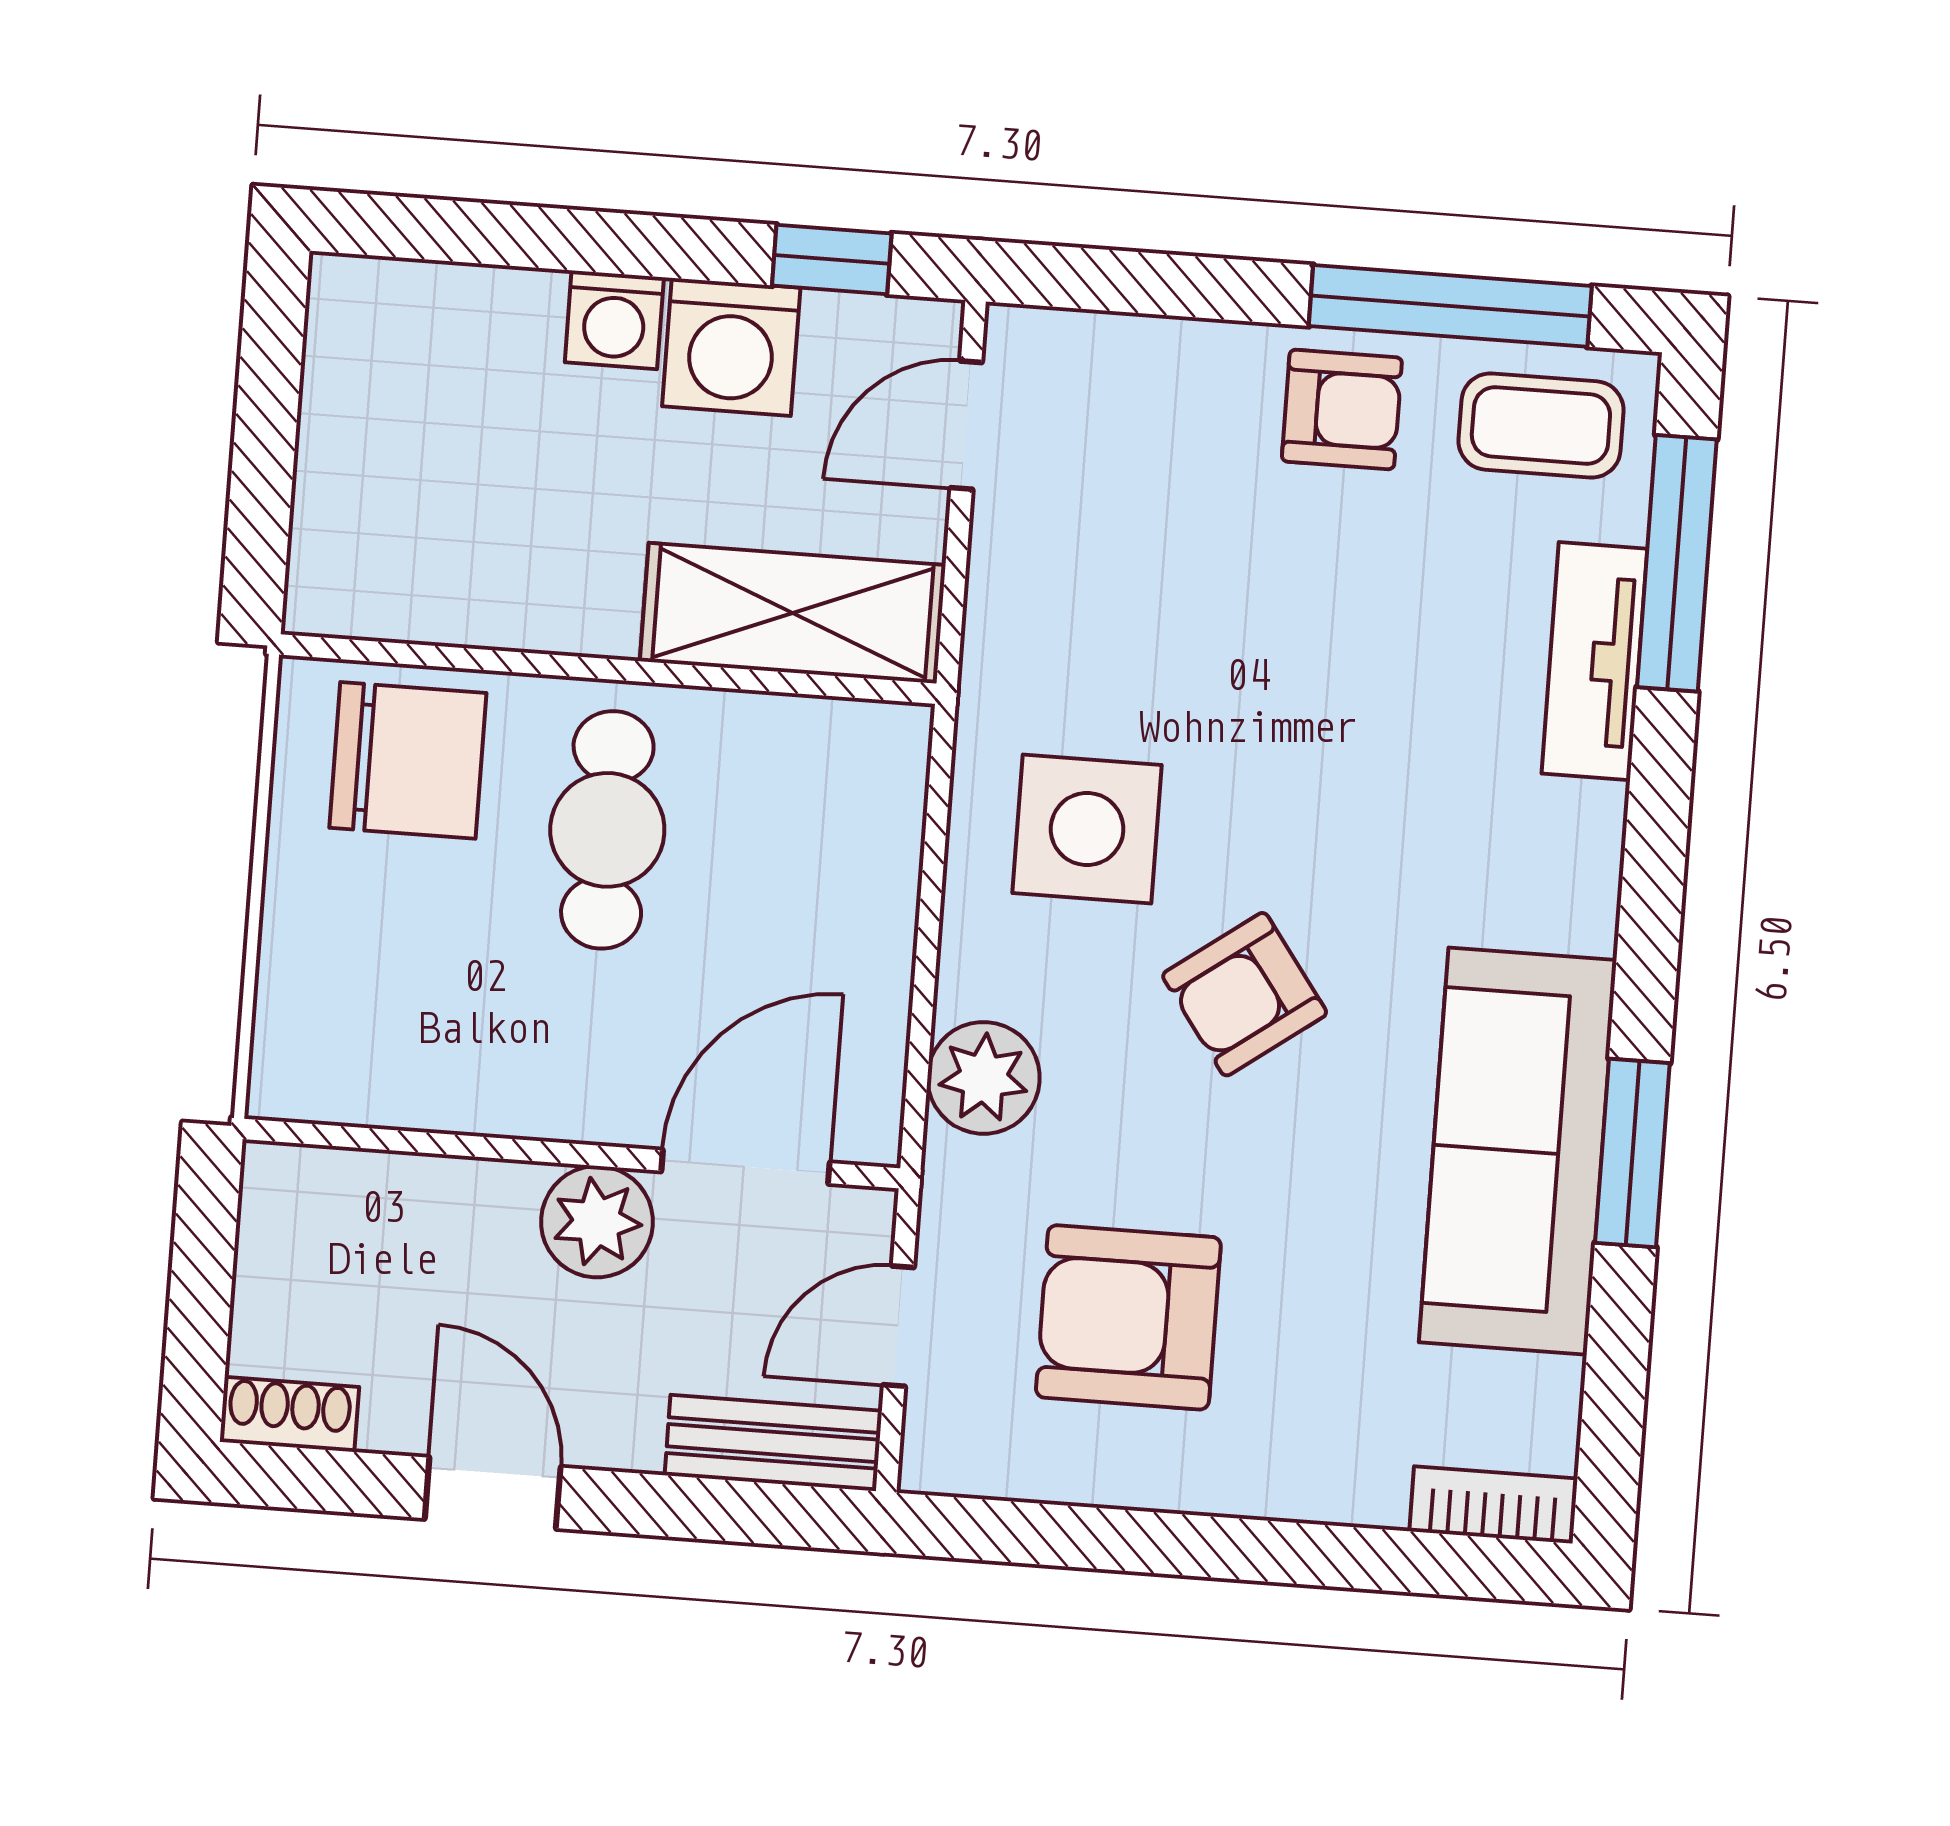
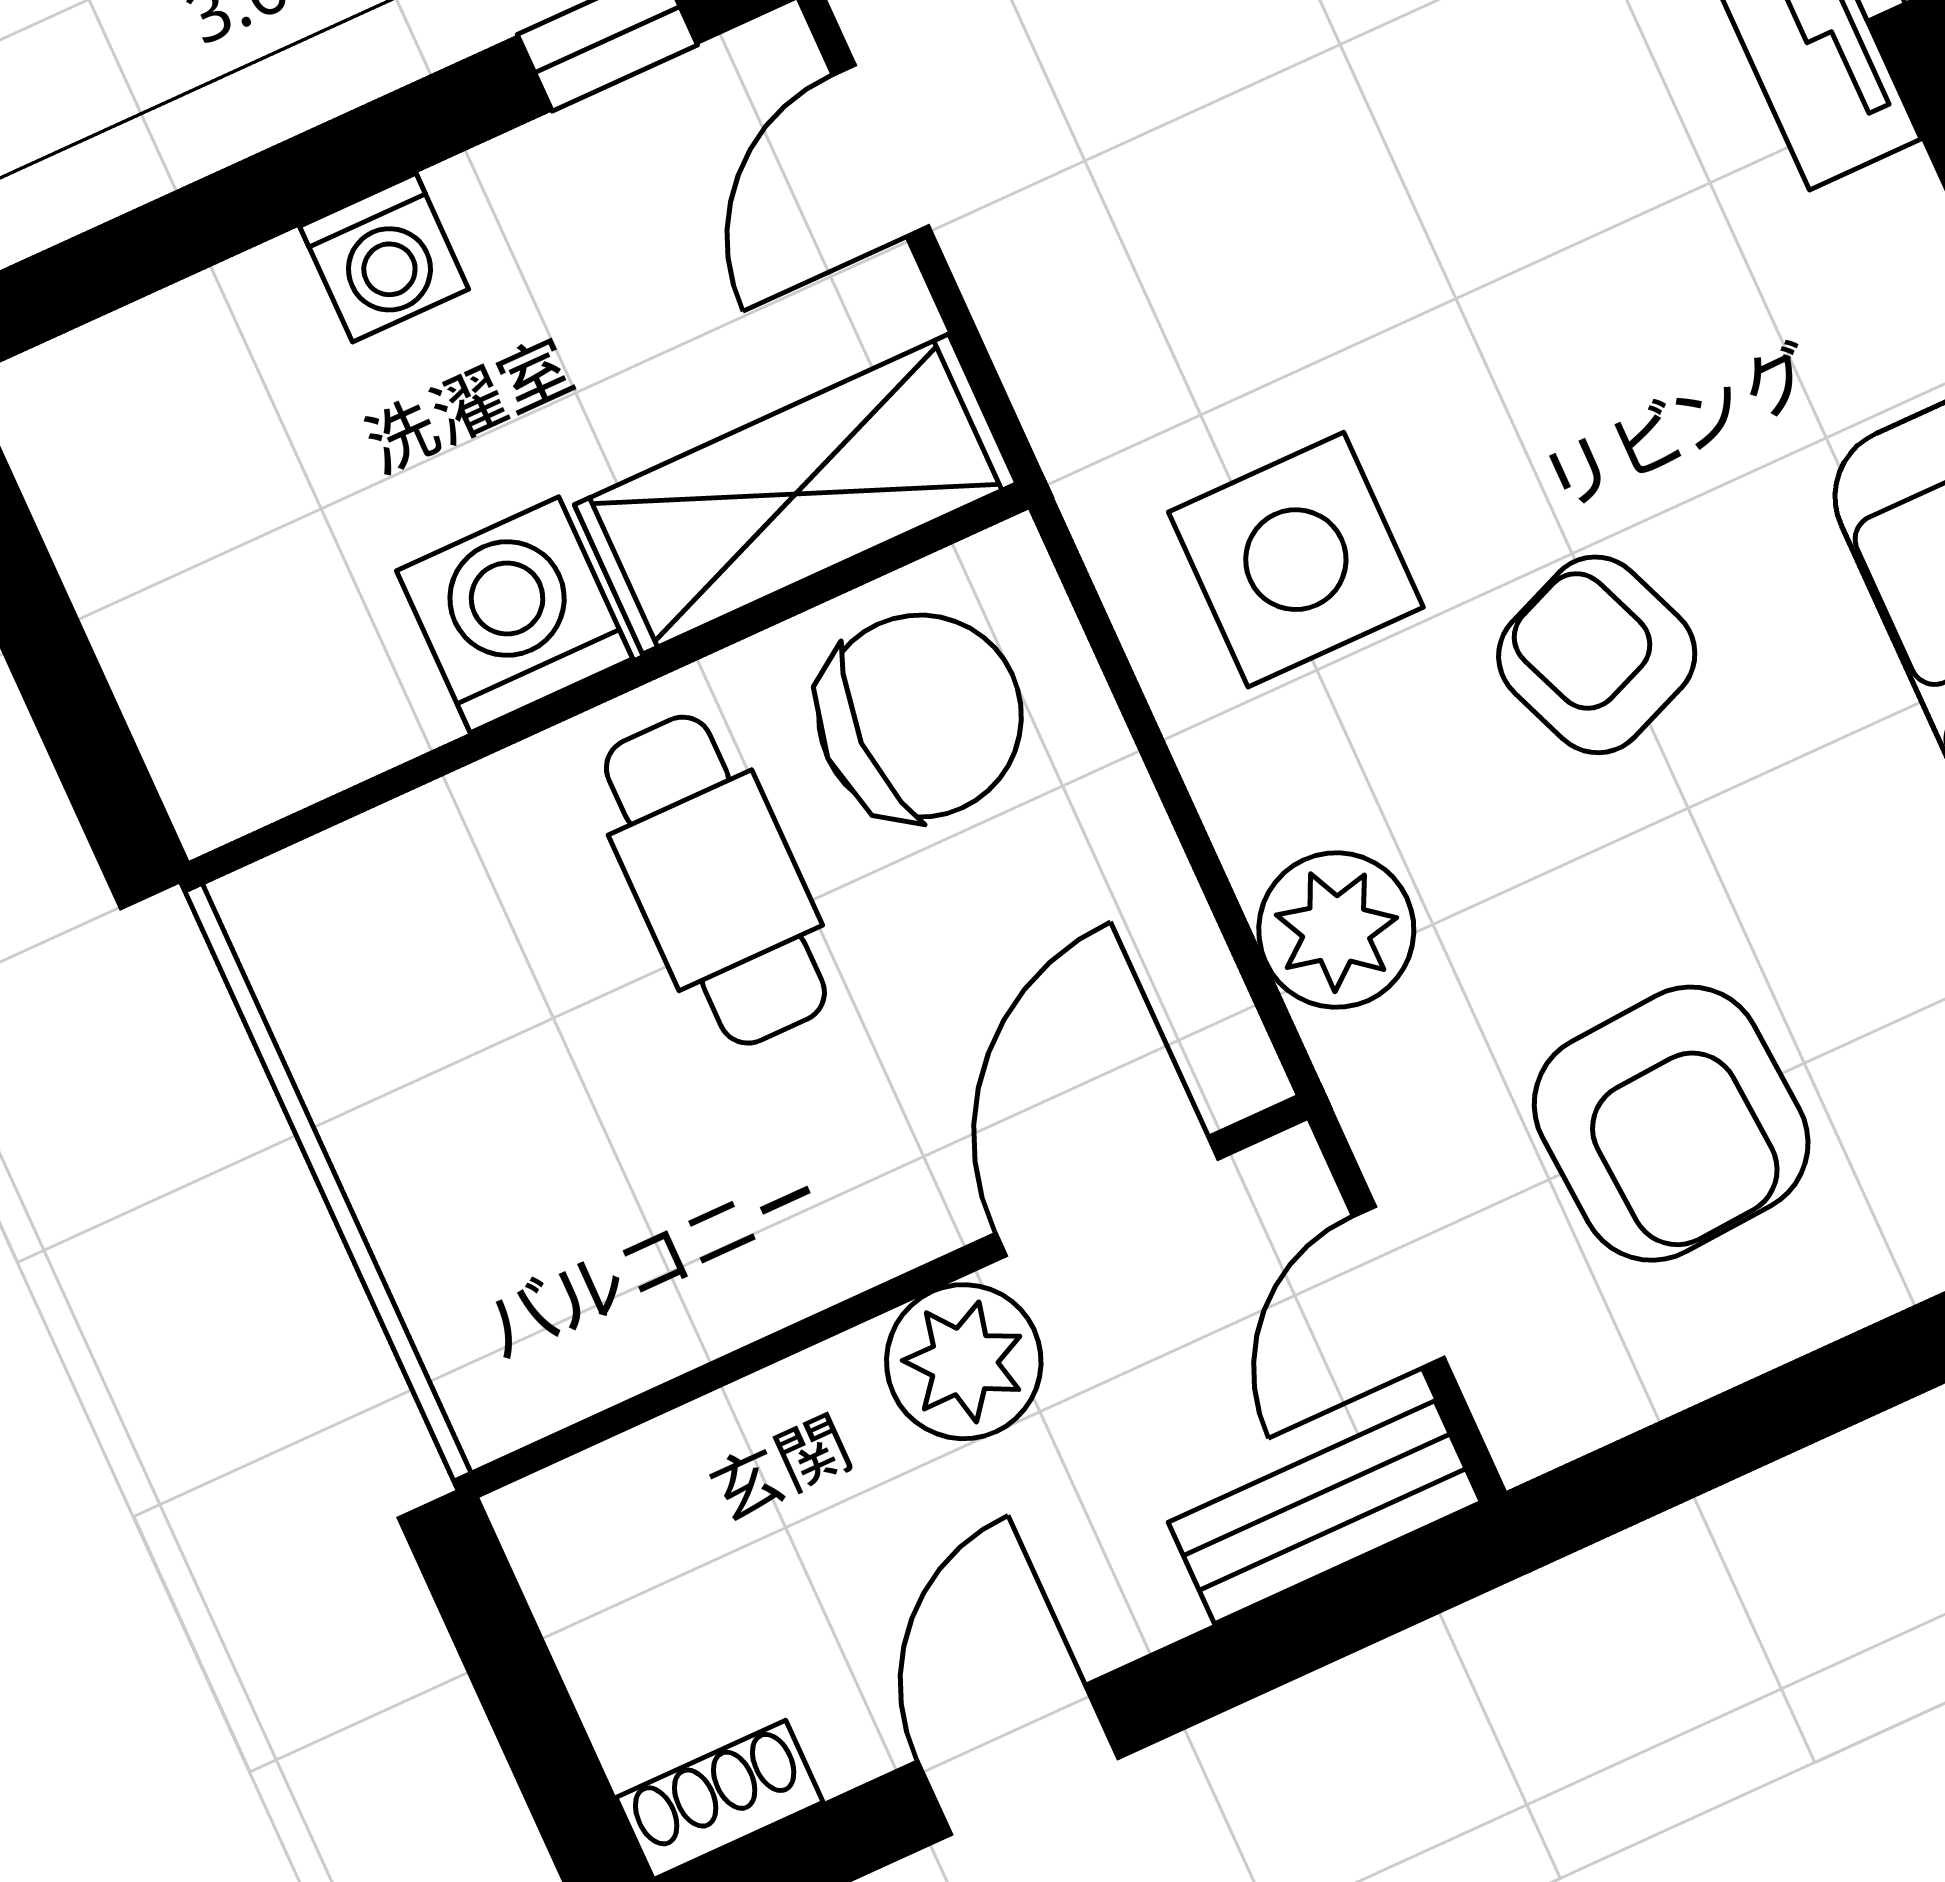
washing machine: (731, 347) -> (514, 615), moved, turned 180
chair: (408, 760) -> (920, 716), moved
armchair: (1245, 994) -> (1597, 655), turned 104
armchair: (1128, 1317) -> (1671, 1124), turned -94
door: (493, 1493) -> (1018, 1760), hinge flipped

